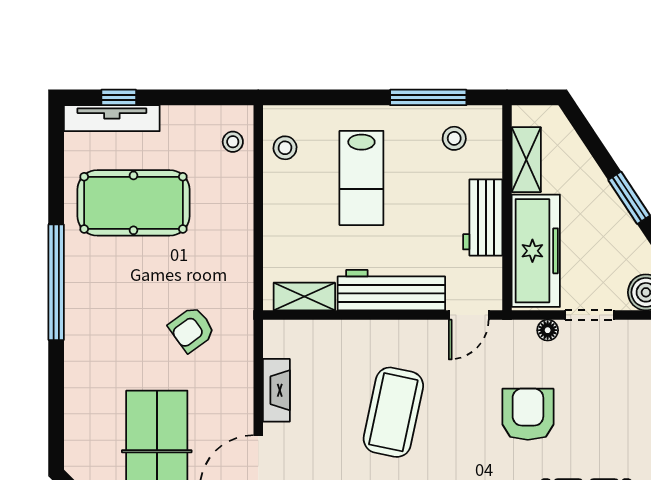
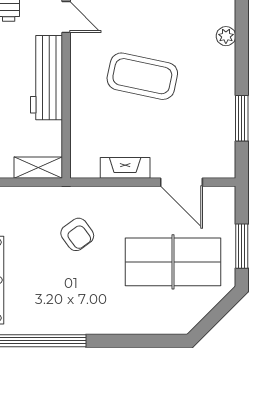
shelving: (304, 297) -> (38, 168), moved, turned 90

